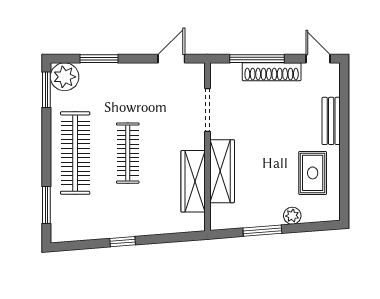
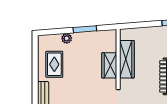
wardrobe: (222, 171) -> (109, 65), width x0.67

